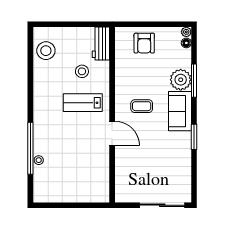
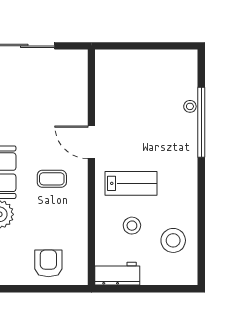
workbench: (101, 44) -> (117, 274), moved, turned -90
stool: (46, 51) -> (173, 240), moved

